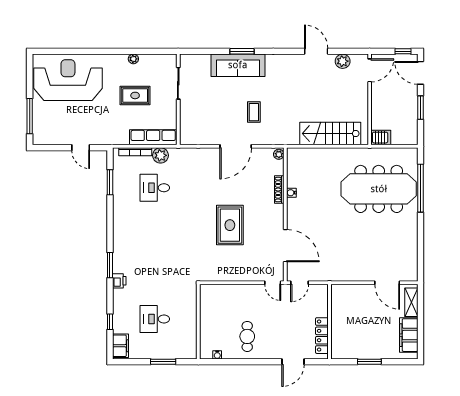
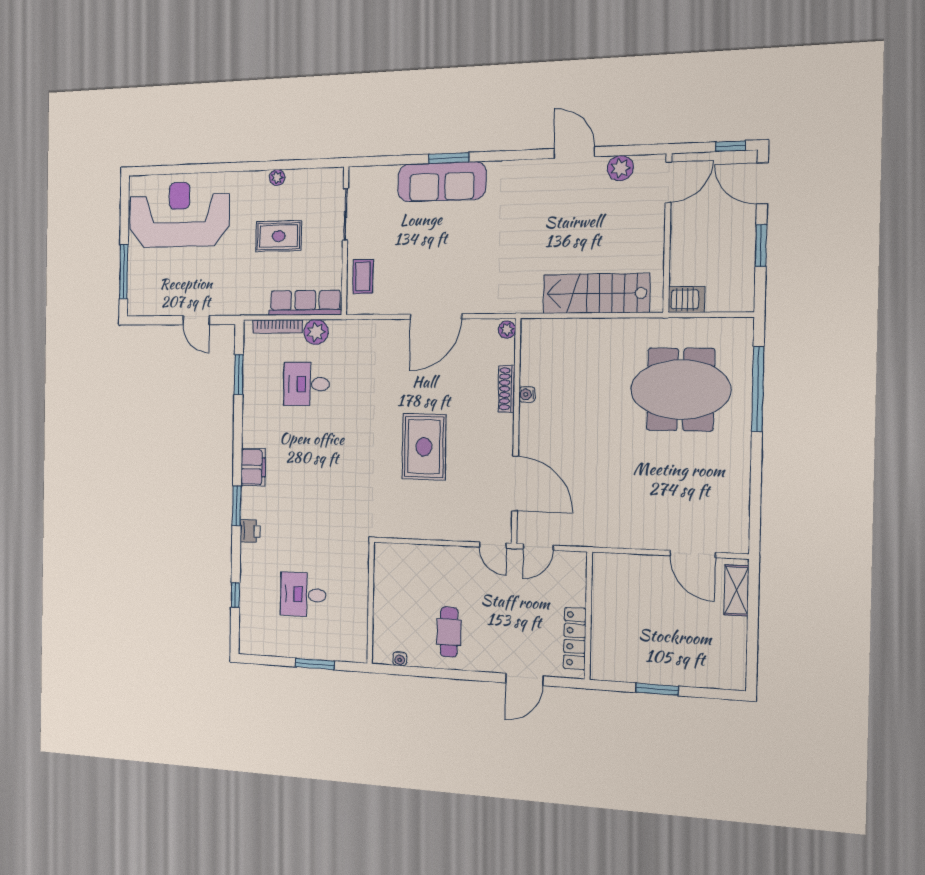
coffee table: (254, 112) -> (363, 276), moved
meeting table: (379, 189) -> (681, 389), width x0.73
filing cabinet: (409, 335) -> (730, 648), removed
filing cabinet: (121, 346) -> (253, 467), moved

